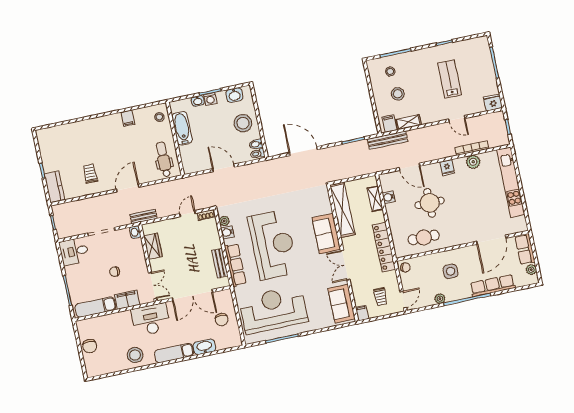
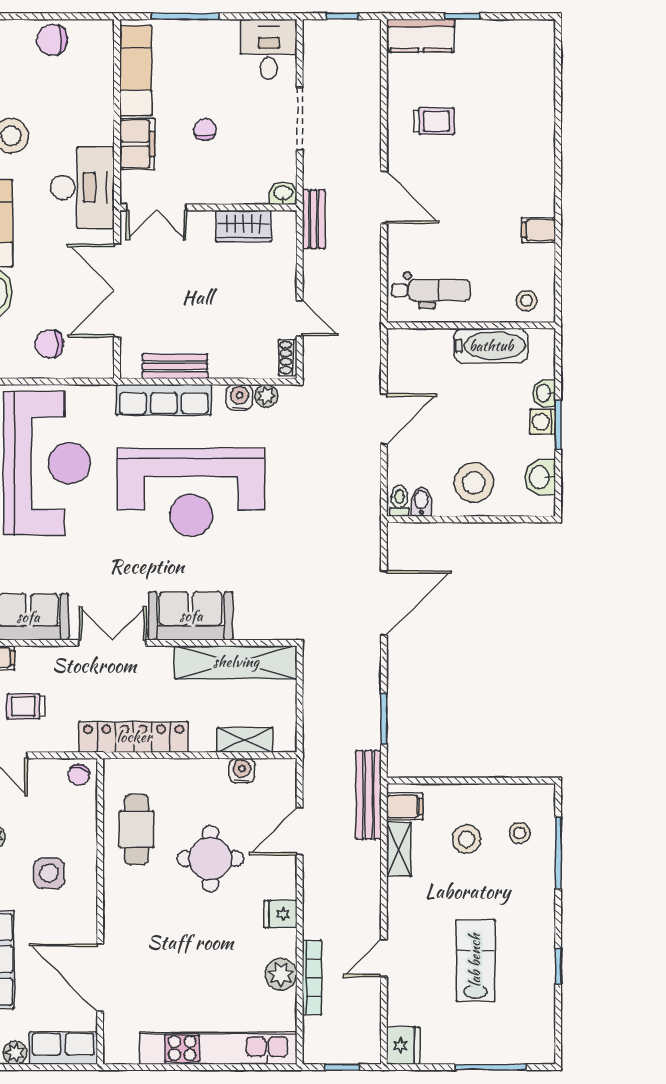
lab bench: (449, 79) -> (475, 960), turned -90

